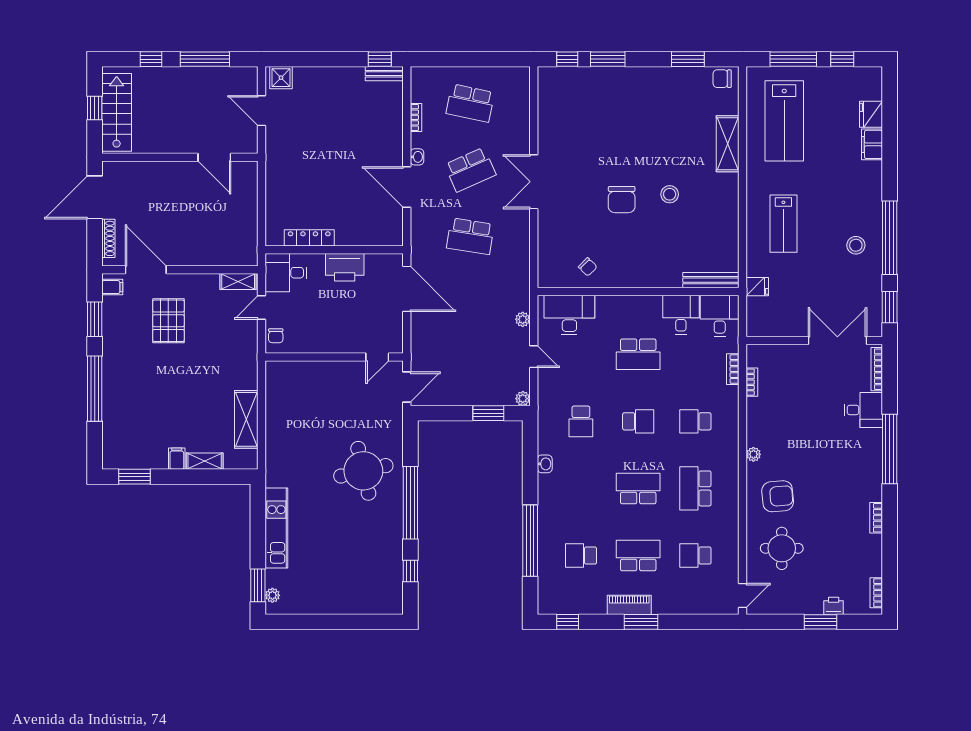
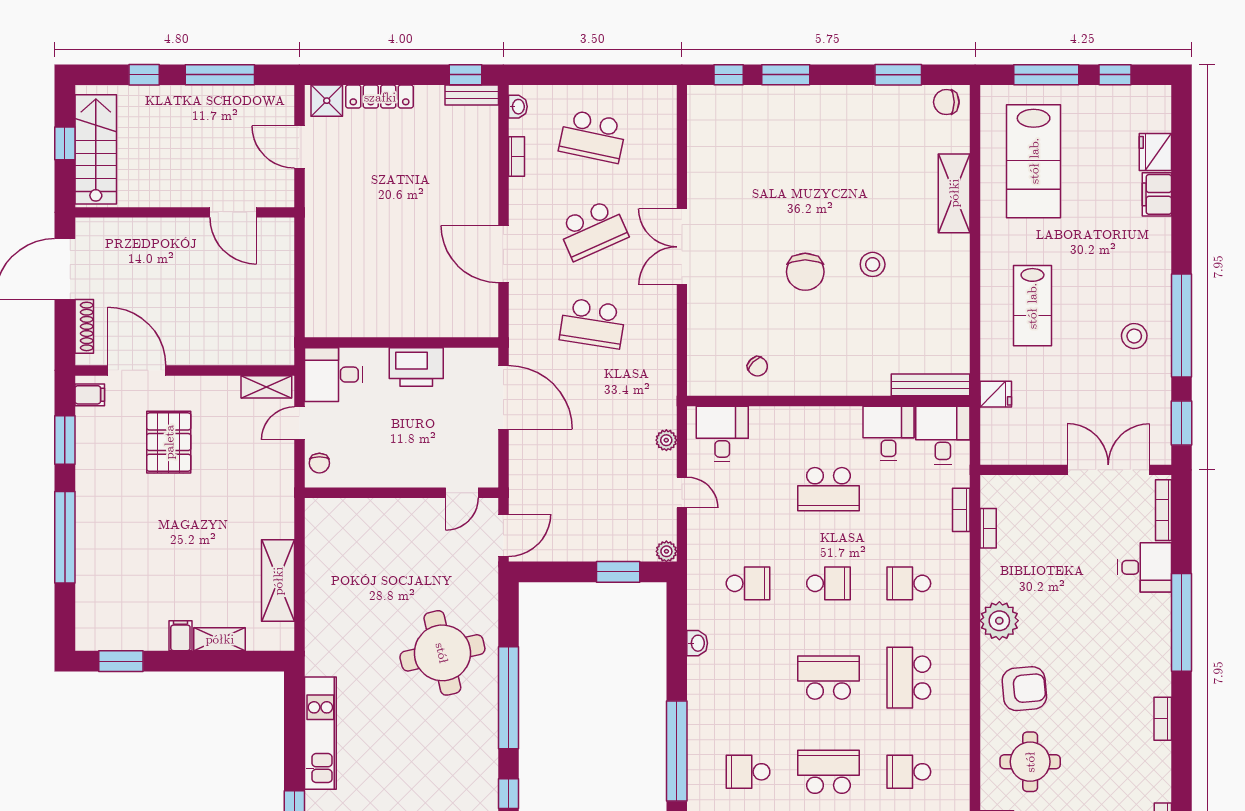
washbasin: (417, 157) -> (518, 107), moved
locker: (309, 238) -> (380, 97), moved, turned 180
desk: (569, 315) -> (722, 434), width x0.73
school desk: (581, 421) -> (748, 583), turned -90
plant: (753, 454) -> (999, 621), width x1.88, depth x1.88

